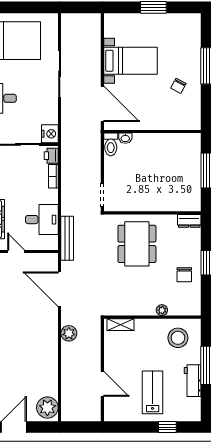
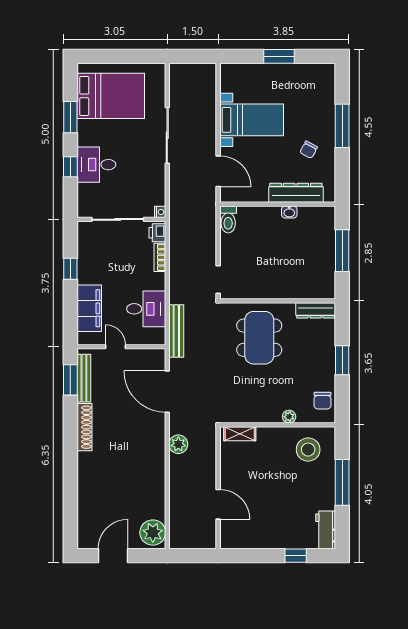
door: (102, 104) -> (218, 171), width x0.73
dresser: (168, 122) -> (296, 193), added
nightstand: (50, 134) -> (160, 212), width x0.53, depth x0.56
washbasin: (125, 138) -> (289, 212), moved
dresser: (189, 221) -> (316, 310), width x1.44
chair: (184, 275) -> (323, 401), moved
workbench: (193, 381) -> (326, 530), moved
lab bench: (153, 392) -> (278, 515), removed

